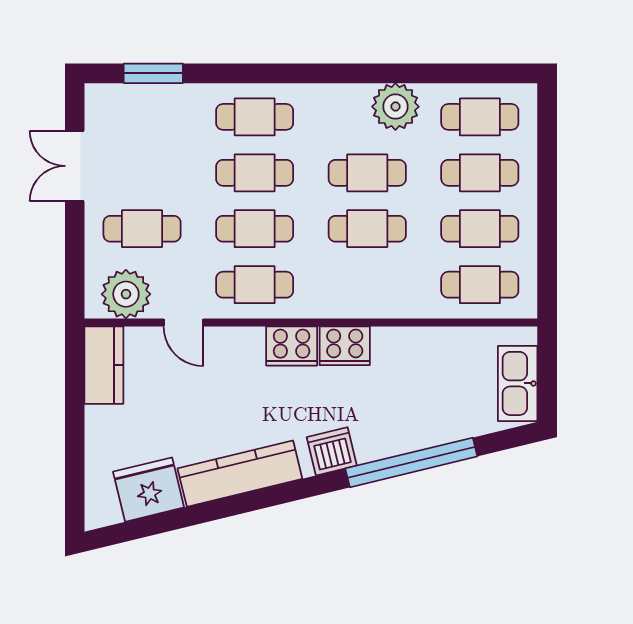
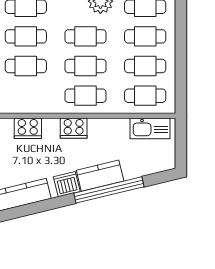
cafe table: (255, 285) -> (86, 96), moved
cooker: (292, 346) -> (28, 128), moved
kitchen sink: (518, 383) -> (150, 128), moved, turned -90
kitchen counter: (395, 435) -> (100, 176), added

